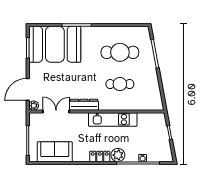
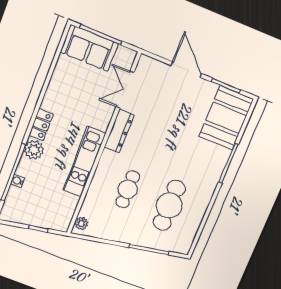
booth: (55, 44) -> (226, 118), width x0.73, depth x0.70
door: (28, 89) -> (186, 70), moved
plant: (34, 106) -> (81, 223), moved
double door: (56, 111) -> (125, 90), swing flipped
sofa: (55, 152) -> (89, 48), moved, turned 90

